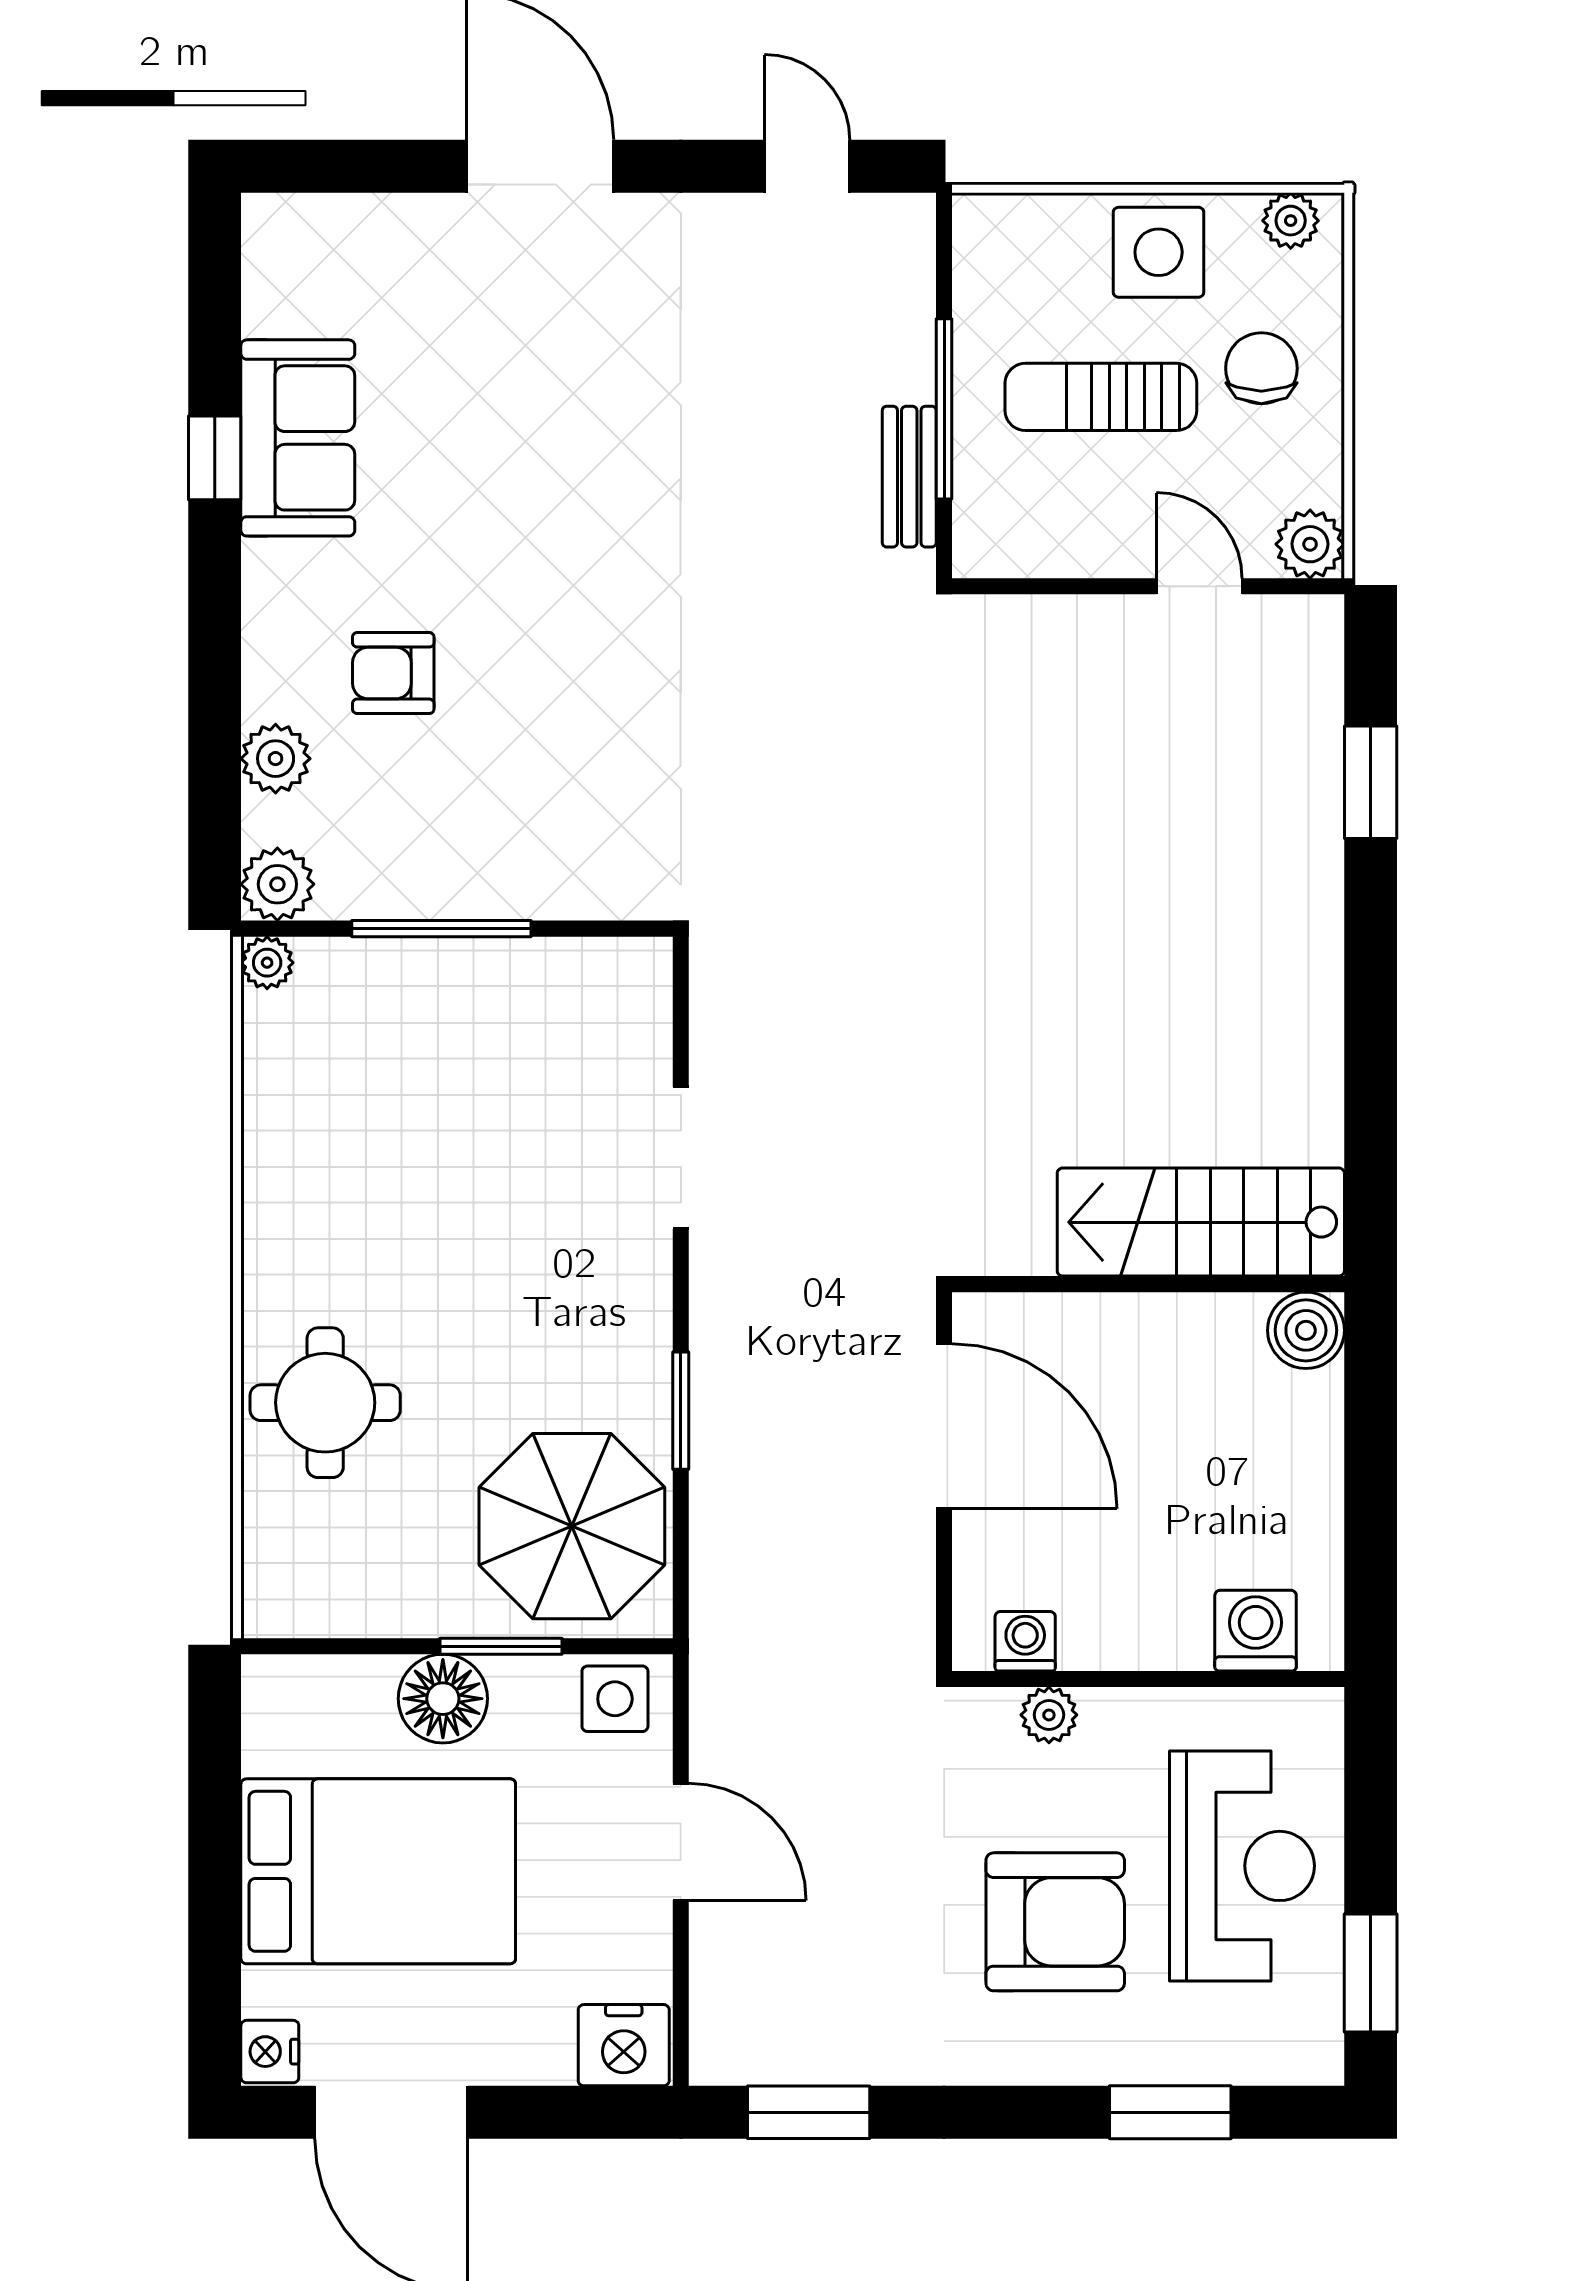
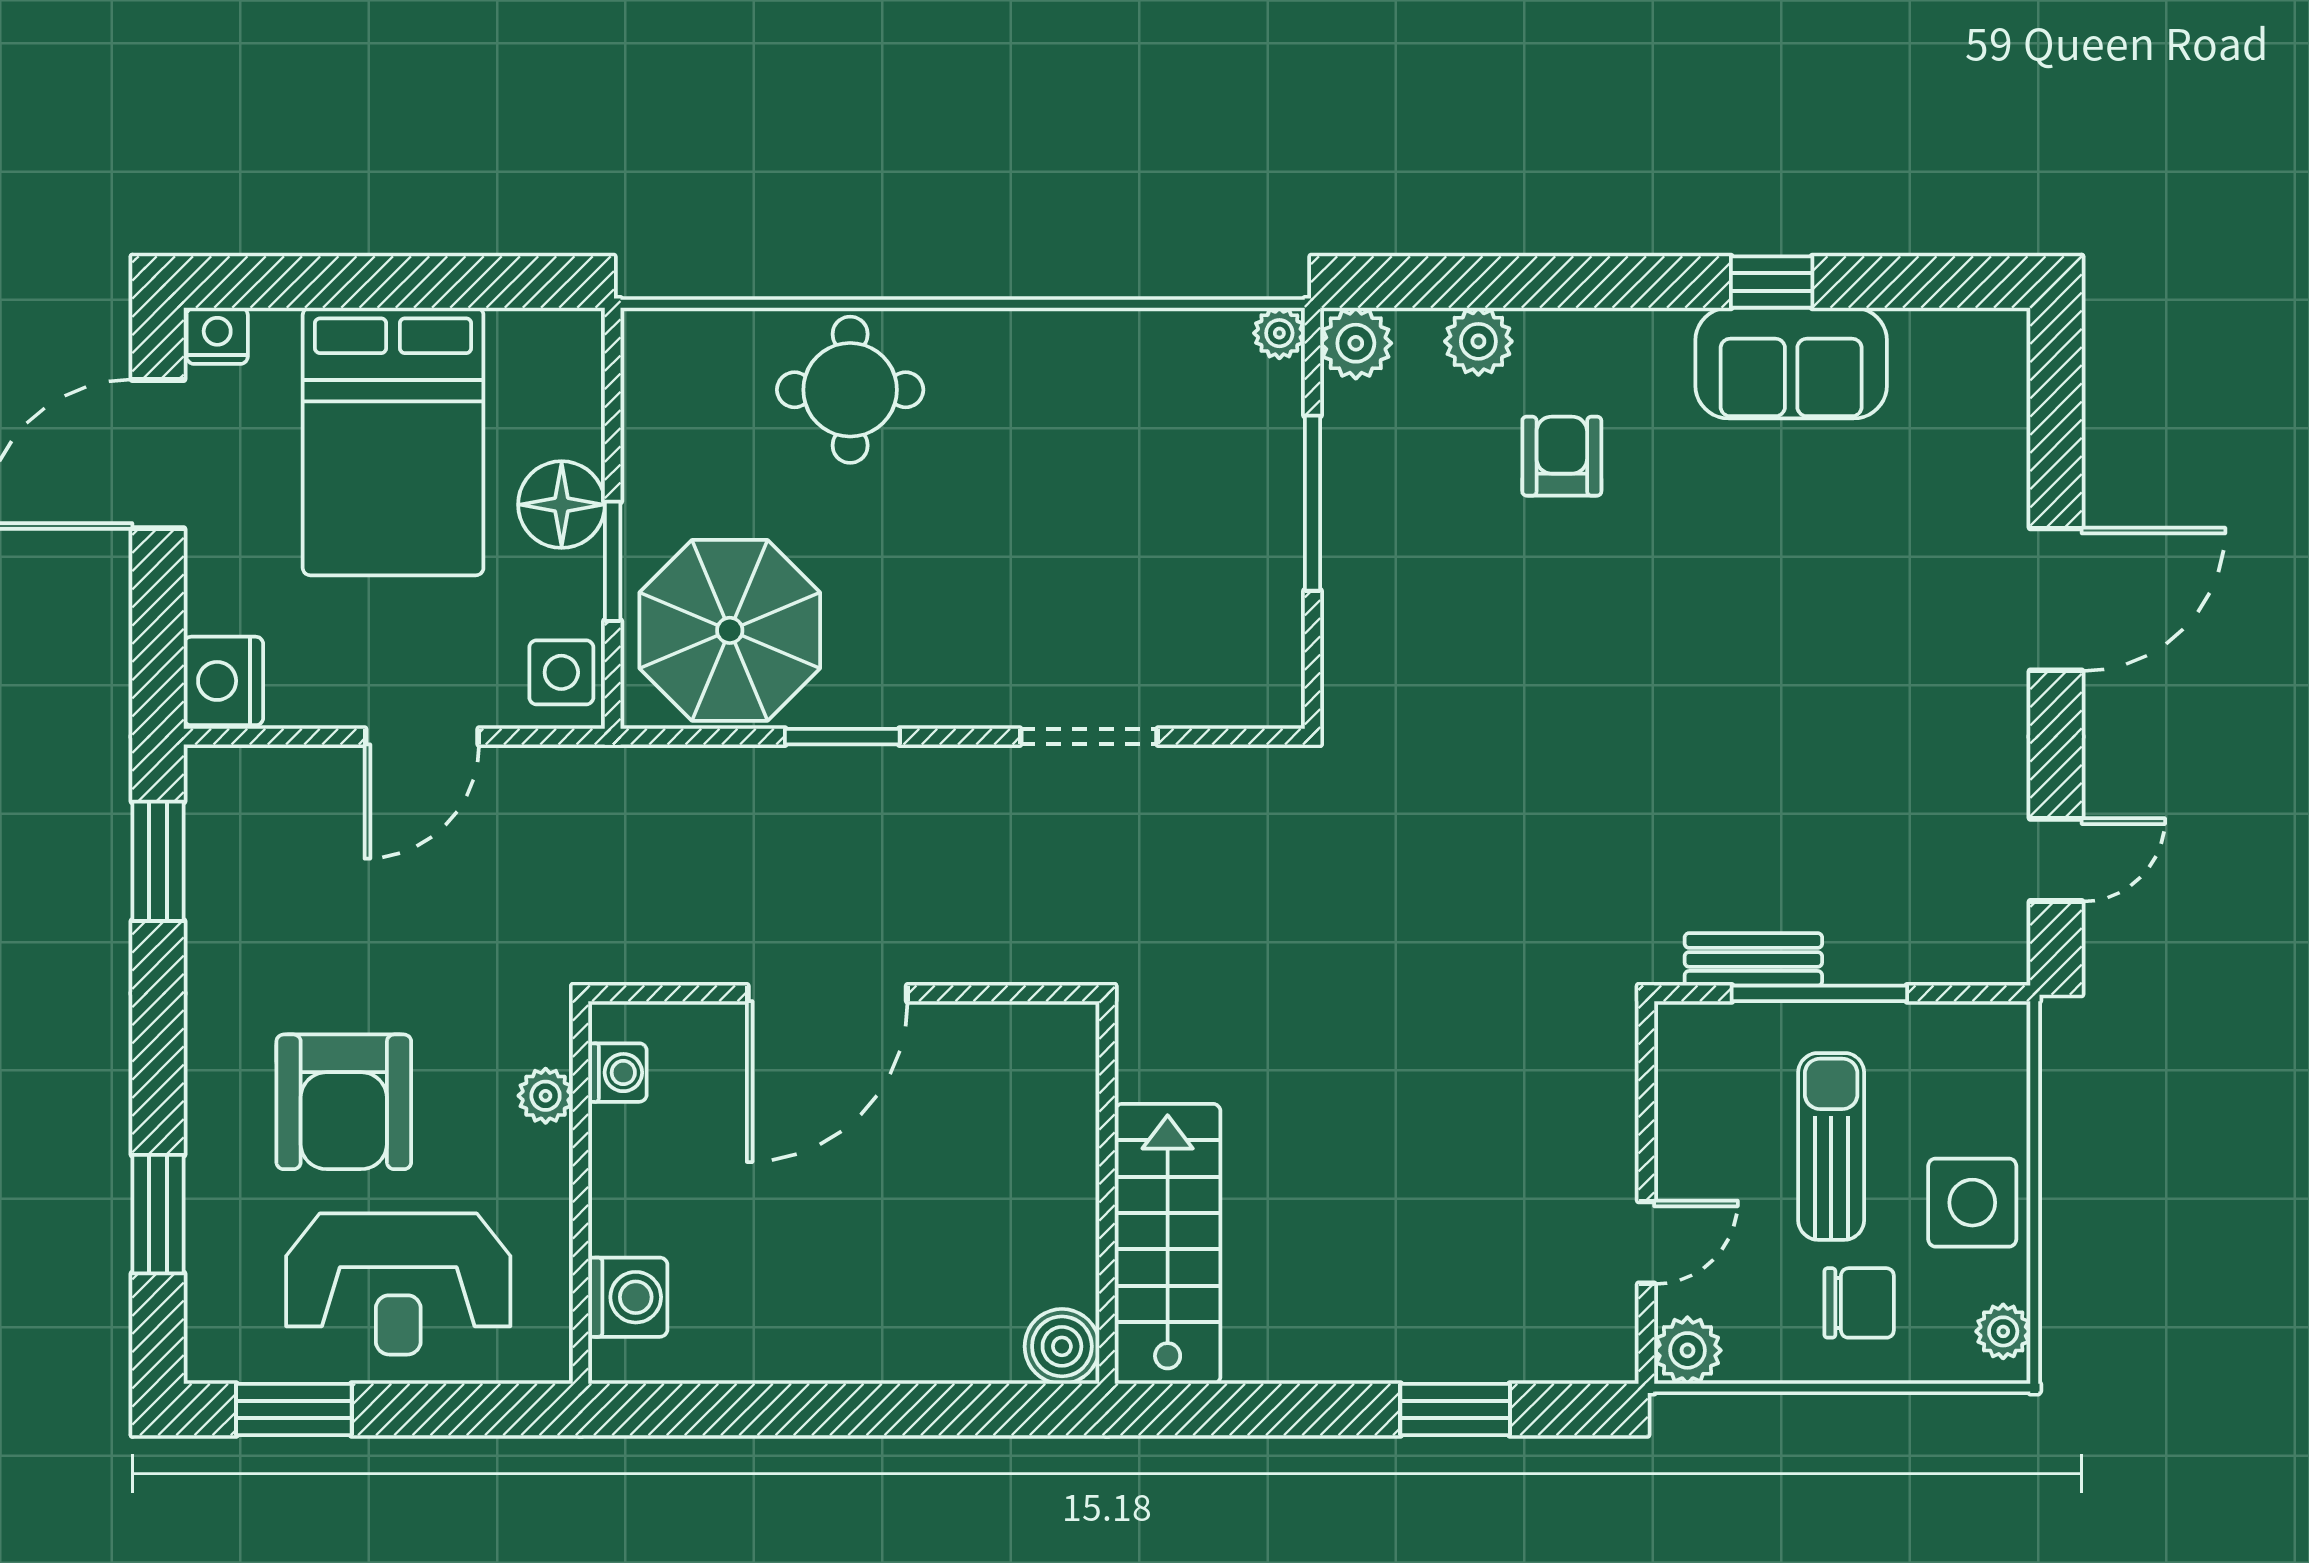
stairs: (1201, 1222) -> (1168, 1244), moved
wall: (1148, 1284) -> (1107, 1192), moved
boiler: (1306, 1330) -> (1062, 1346), moved

